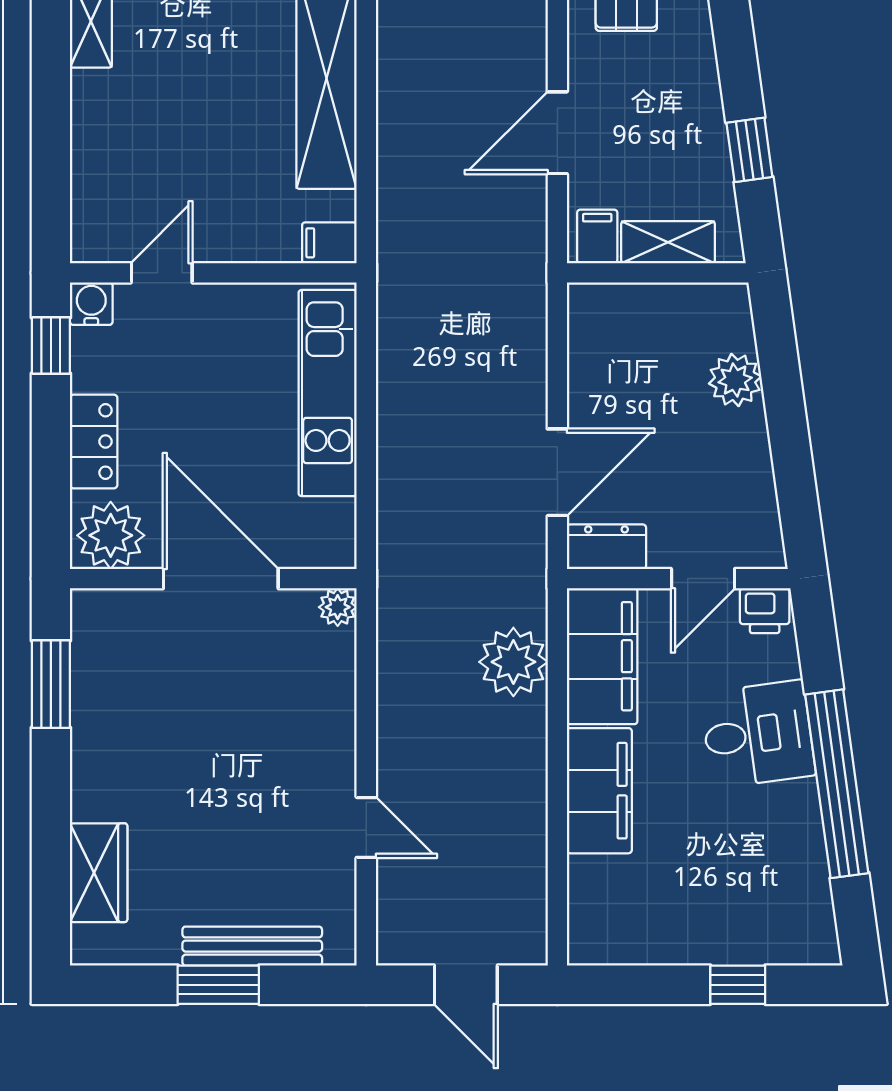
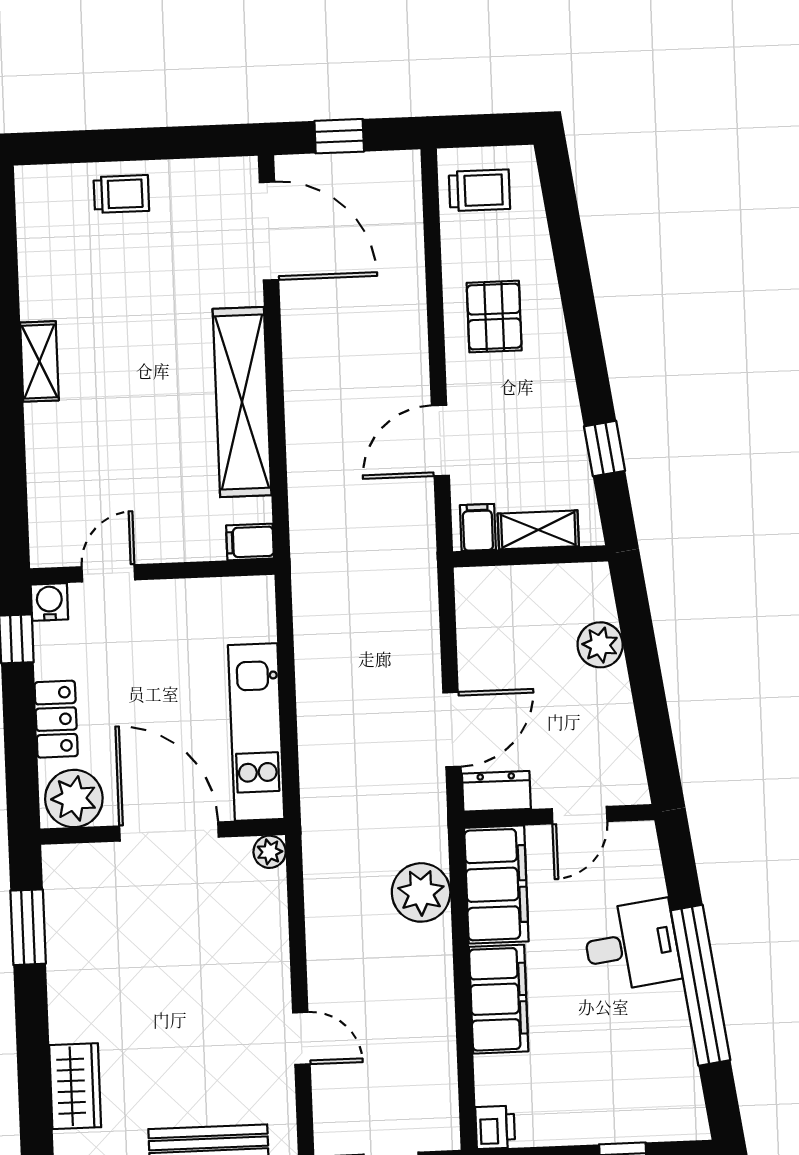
kitchen unit: (328, 393) -> (256, 732), moved
printer: (765, 611) -> (495, 1127), moved, turned -90

